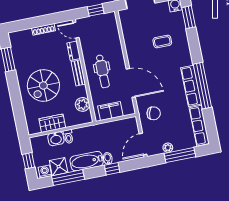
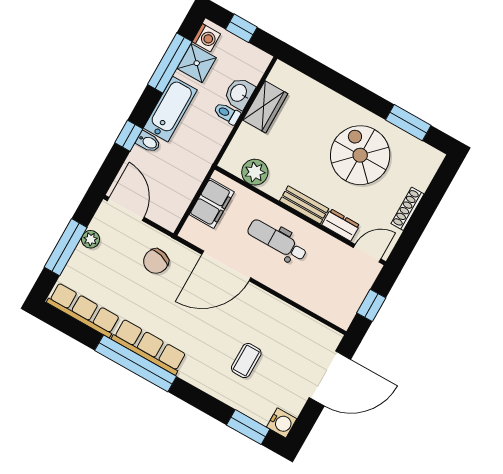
spiral stairs: (43, 85) -> (360, 155), moved

